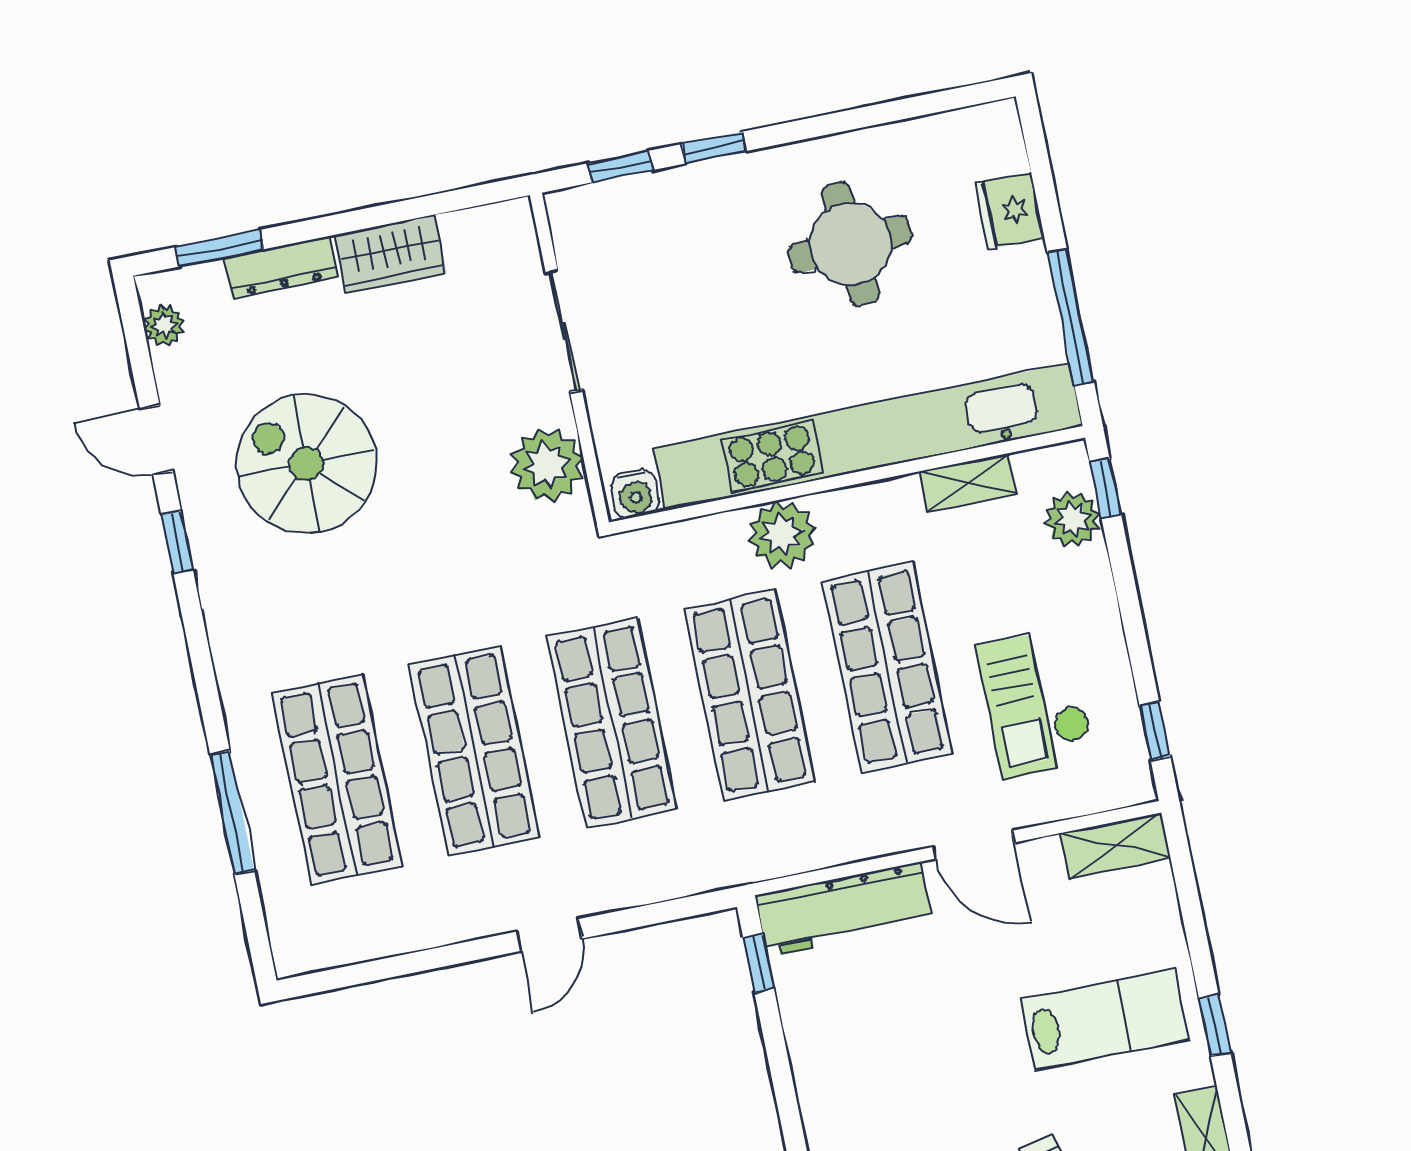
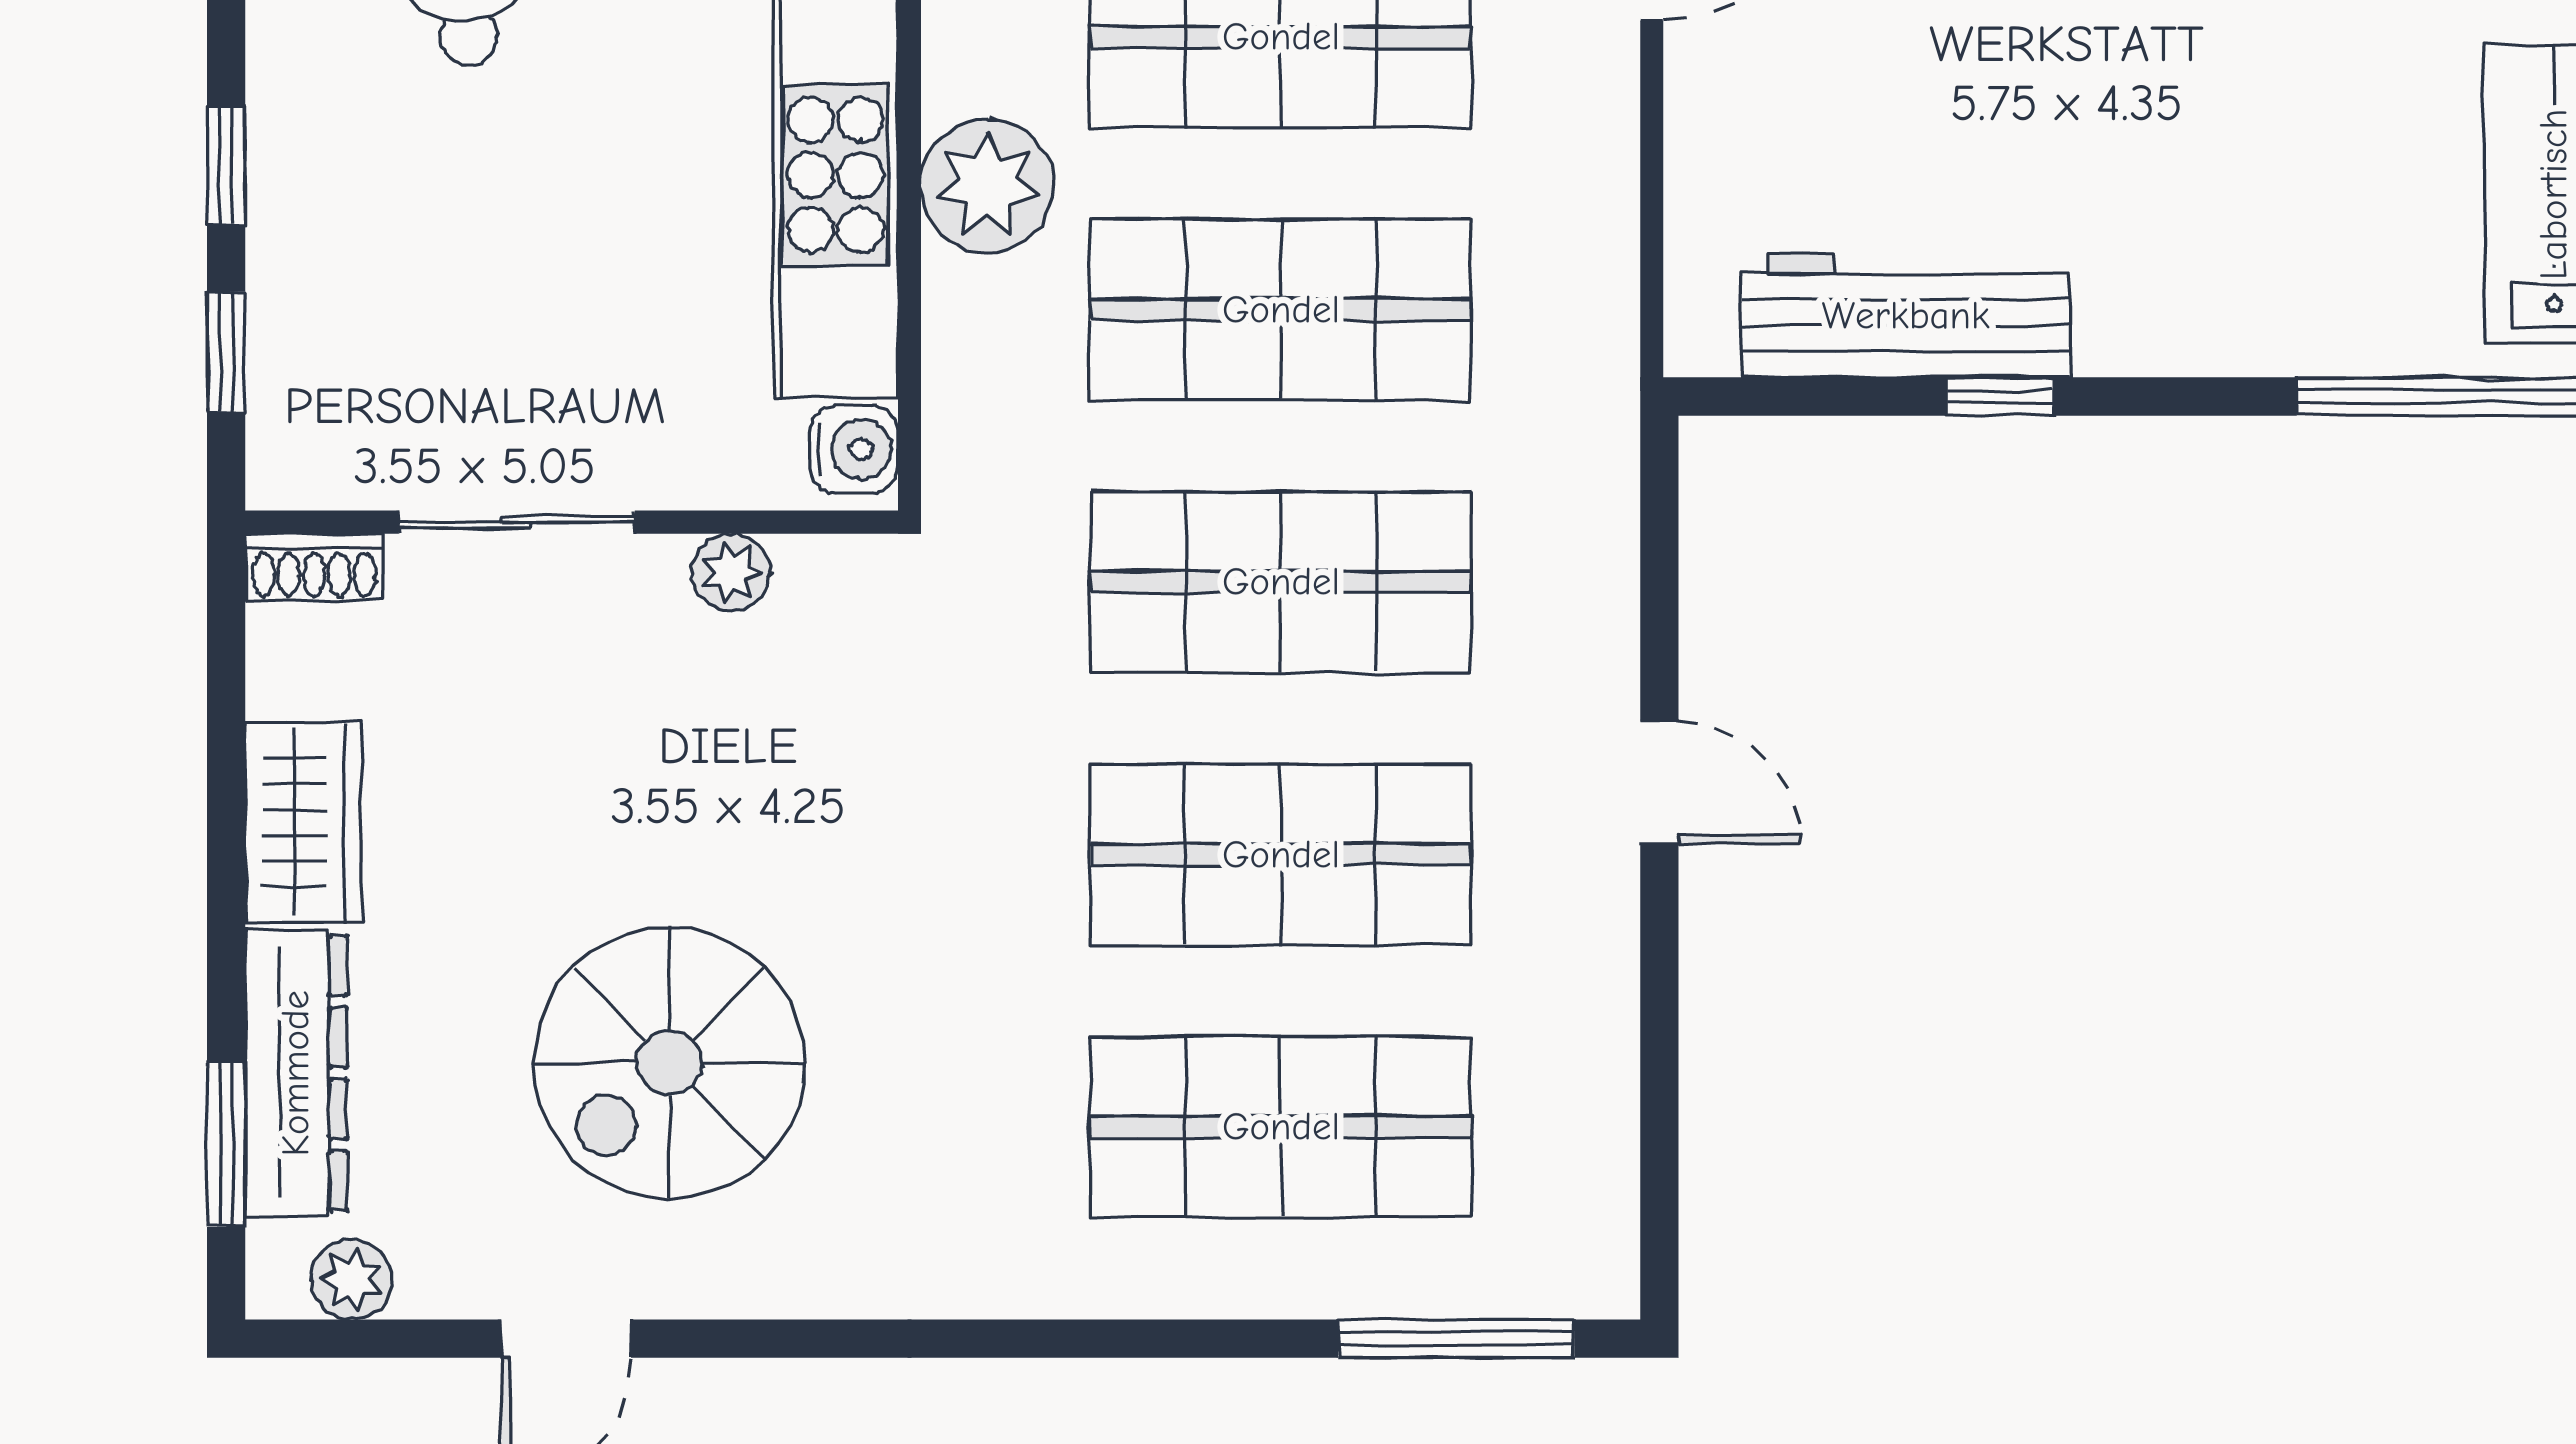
shoe rack: (520, 233) -> (314, 567), added
dresser: (281, 267) -> (296, 1073), width x1.37, depth x1.24
plant: (547, 465) -> (731, 572), width x0.53, depth x0.53
window: (177, 542) -> (769, 1339), removed
window: (232, 813) -> (1456, 1339), moved
workbench: (844, 910) -> (1906, 316), moved, turned -90
window: (758, 963) -> (2001, 396), moved

